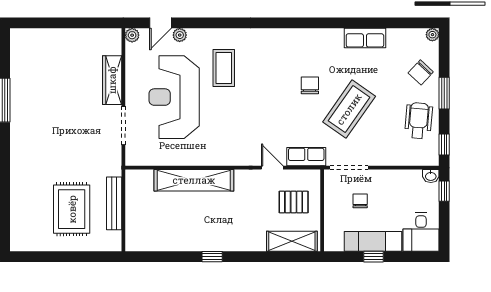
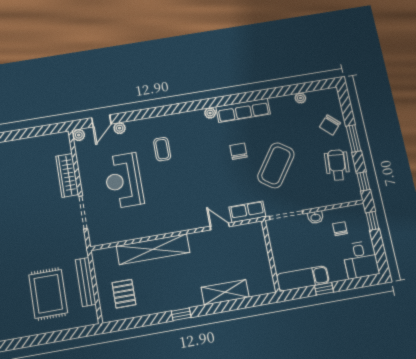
plant: (286, 35) -> (210, 113), added
plant: (432, 35) -> (300, 98), moved
row of seats: (365, 38) -> (243, 110), moved, width x1.48
coffee table: (224, 68) -> (162, 149), width x0.73, depth x0.77
reception desk: (174, 97) -> (124, 181), width x0.74, depth x0.77
washbasin: (431, 176) -> (316, 217), moved
chair: (360, 201) -> (340, 229), moved
pallet: (294, 202) -> (124, 294), moved, turned 90
shelving: (292, 241) -> (225, 292), moved
exam couch: (373, 241) -> (303, 279), moved

